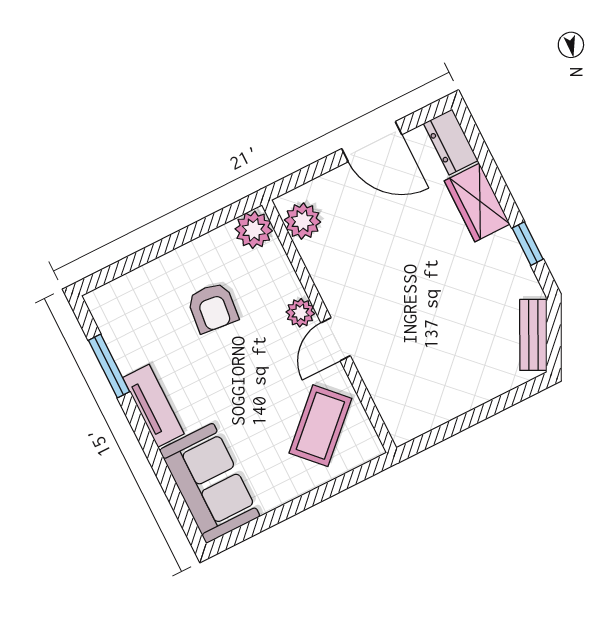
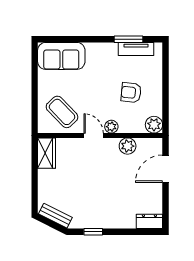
door: (372, 142) -> (166, 169), moved
wardrobe: (477, 202) -> (47, 153), moved, turned 90
plant: (303, 221) -> (128, 146), moved
tv unit: (153, 406) -> (136, 49), moved

